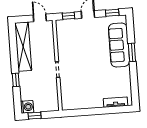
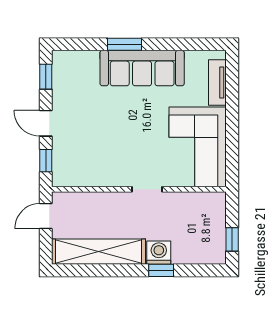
sofa: (119, 45) -> (142, 68), moved
corner sofa: (81, 94) -> (198, 147), added
washing machine: (27, 107) -> (159, 253), moved

